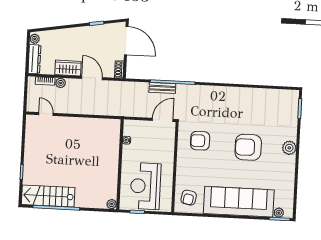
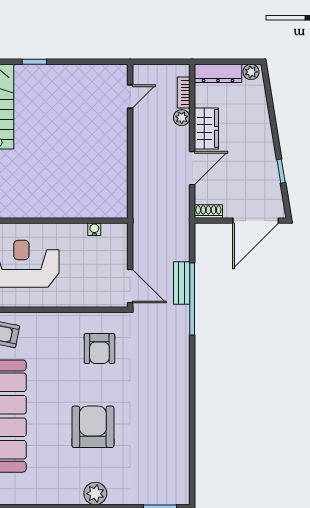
armchair: (200, 141) -> (99, 348), turned 180

